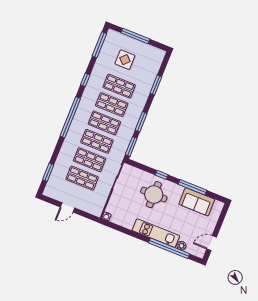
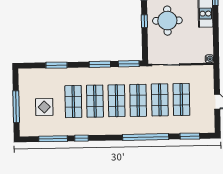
window: (99, 45) -> (53, 139), moved
window: (70, 117) -> (146, 137), moved

